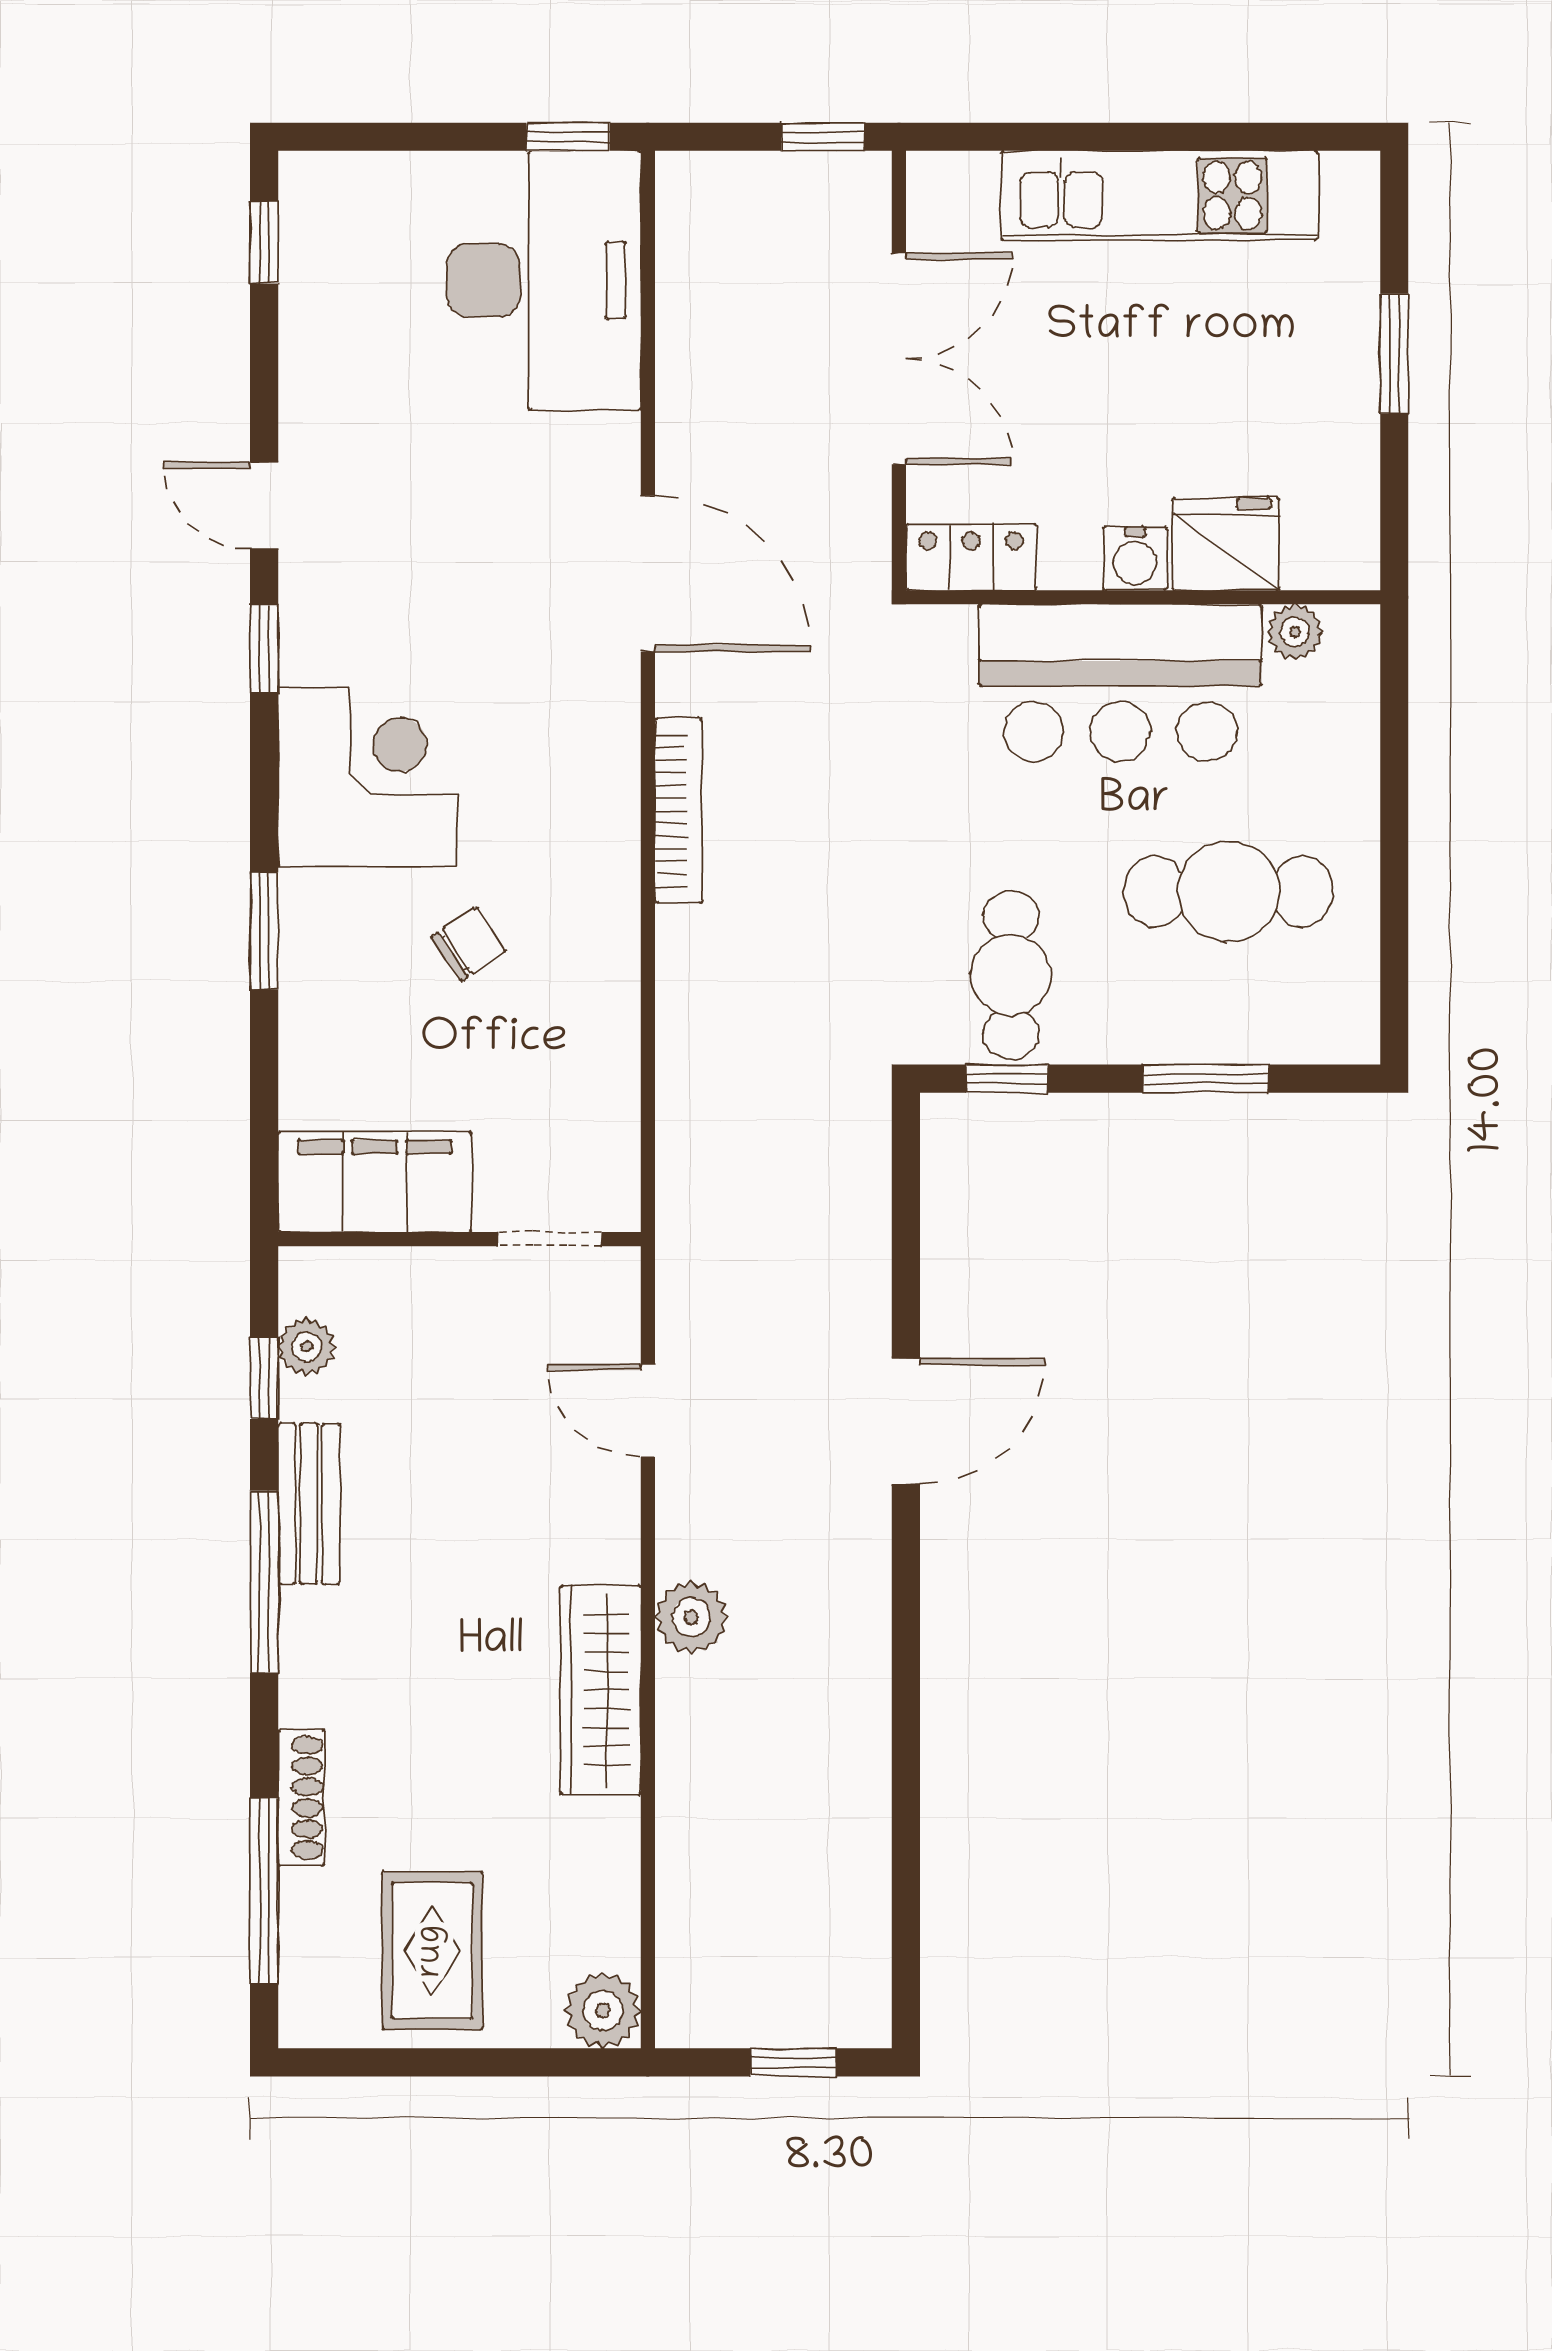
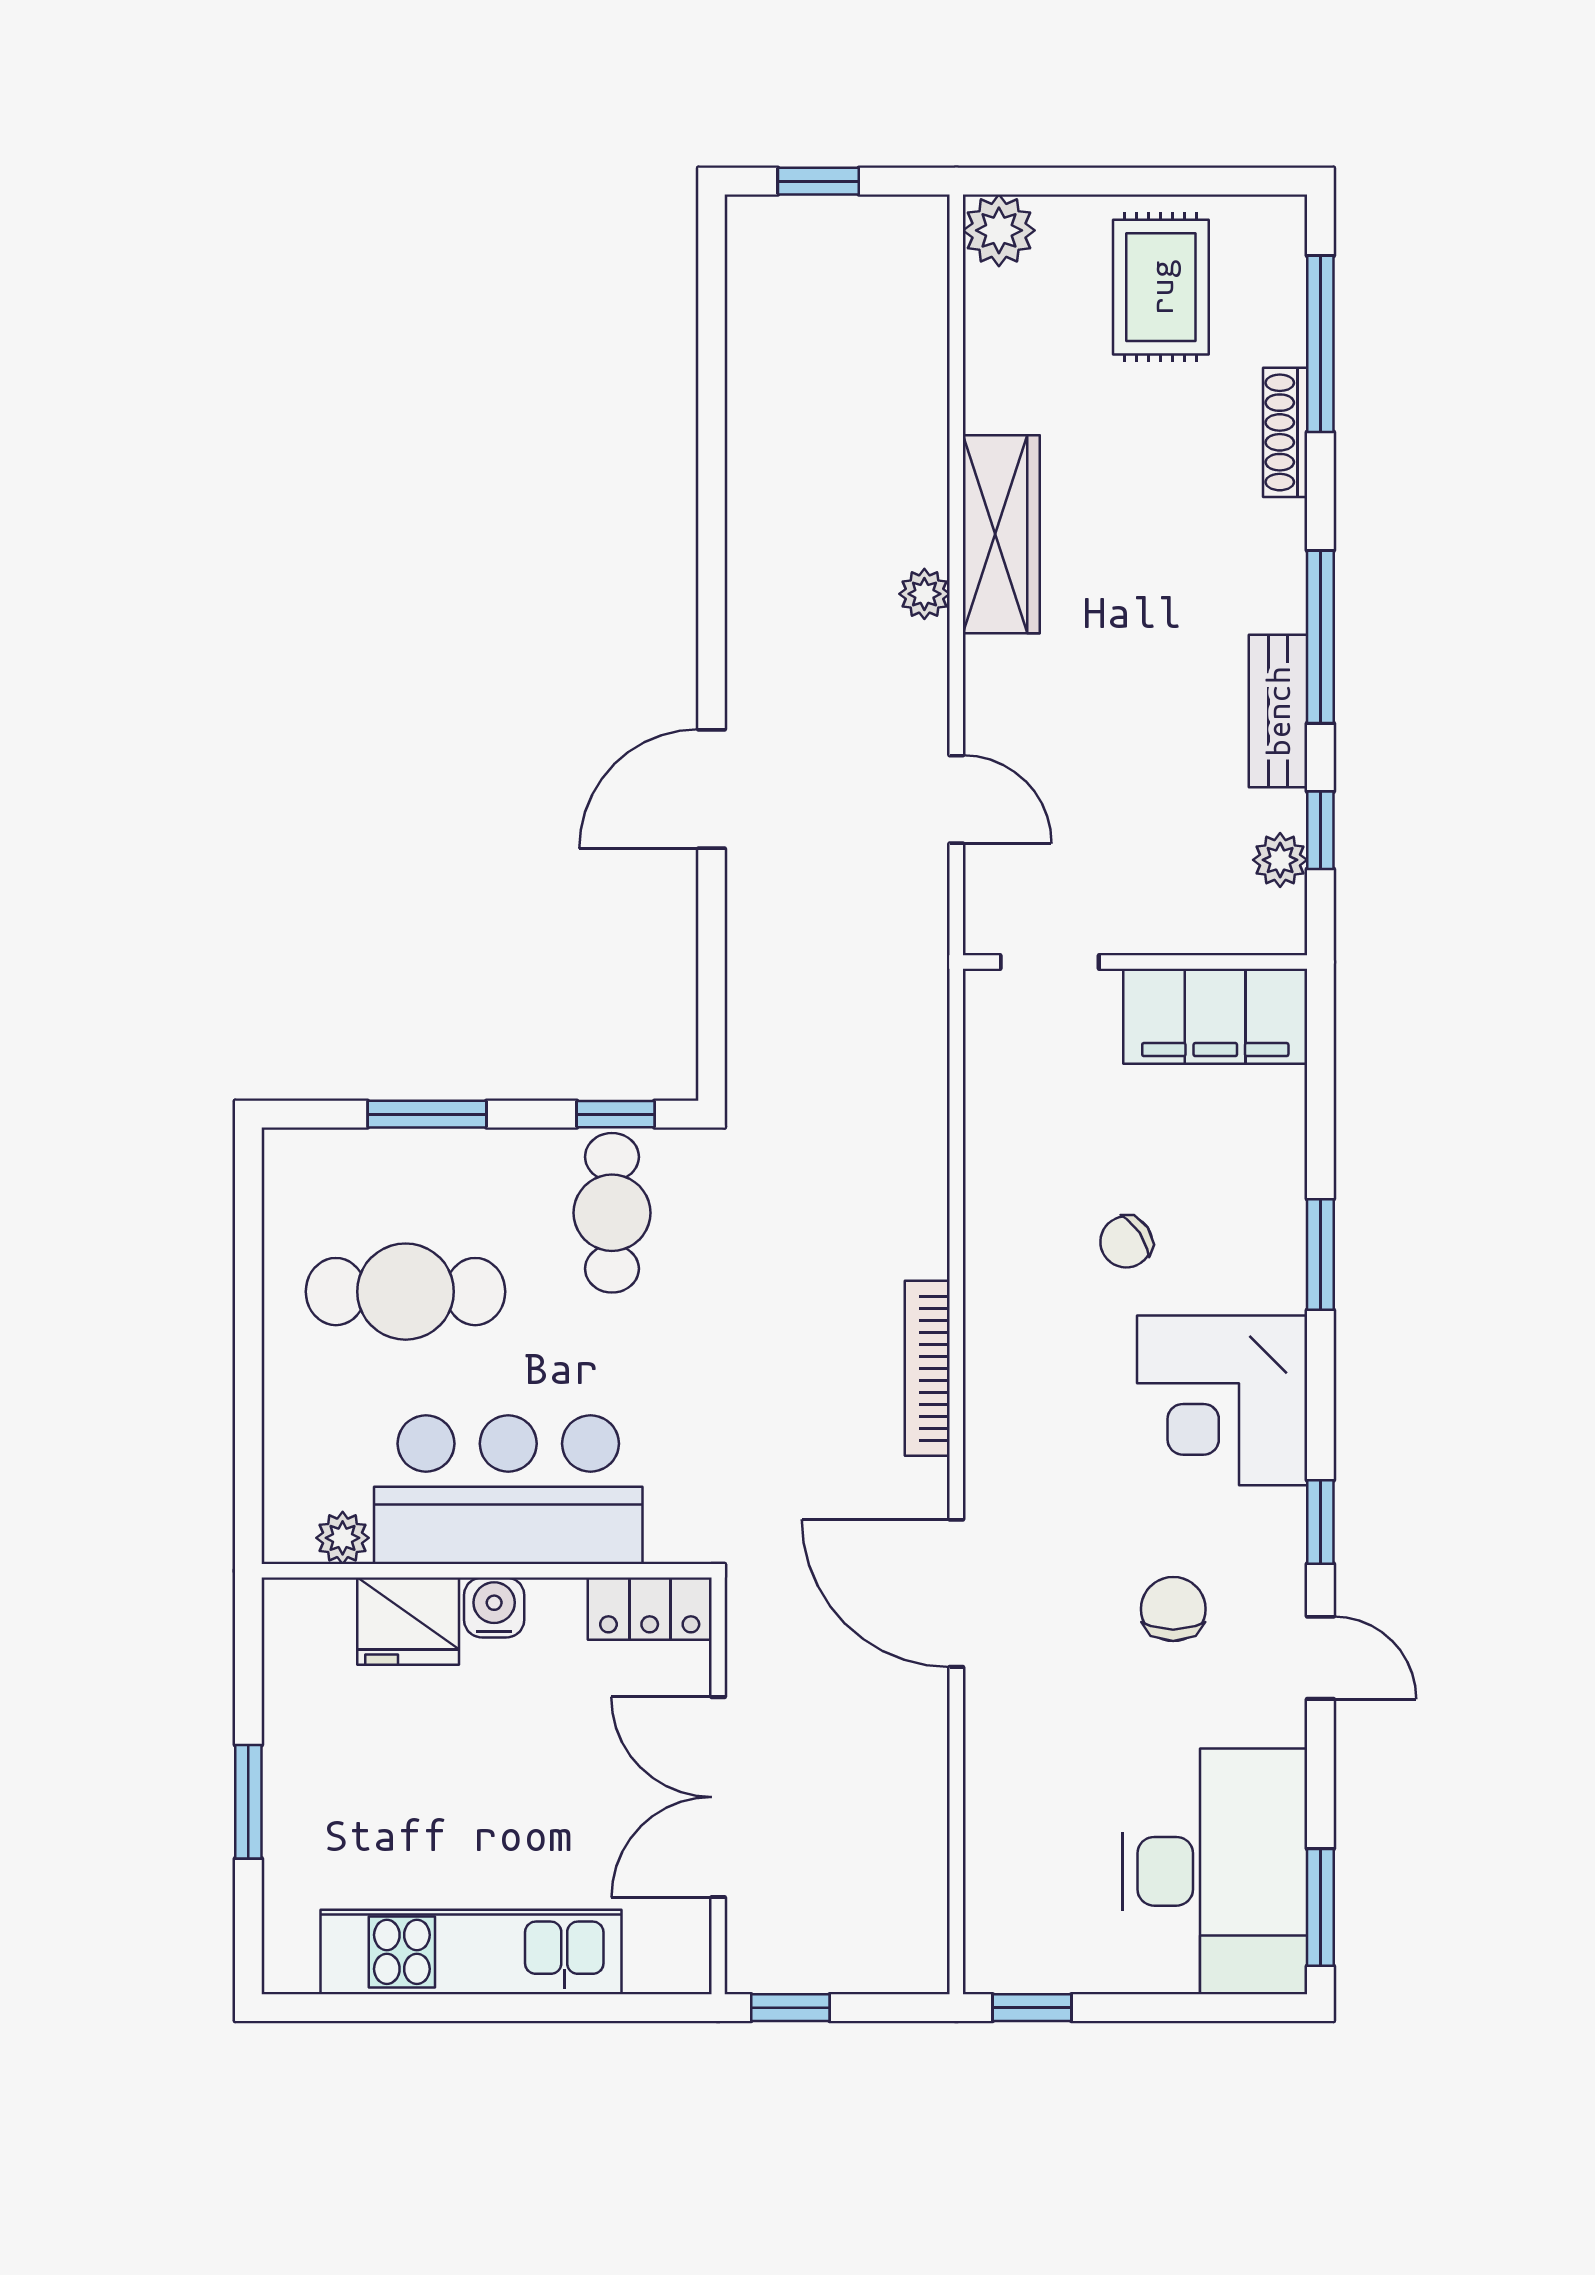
window: (264, 242) -> (1320, 1907), width x1.50
desk: (544, 280) -> (1215, 1871), moved, turned 180
chair: (419, 557) -> (1173, 1609), added
plant: (691, 1617) -> (924, 594), width x0.73, depth x0.73

